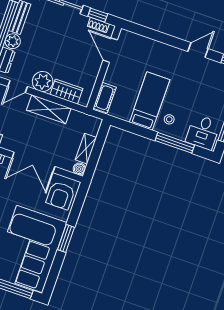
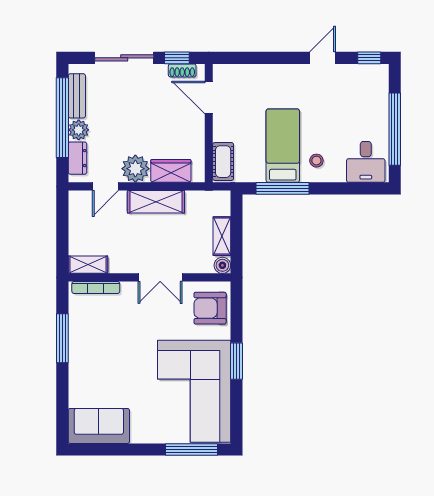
window: (175, 143) -> (282, 188), moved
double door: (33, 162) -> (160, 277), width x0.73
armchair: (60, 195) -> (210, 308), turned 90

